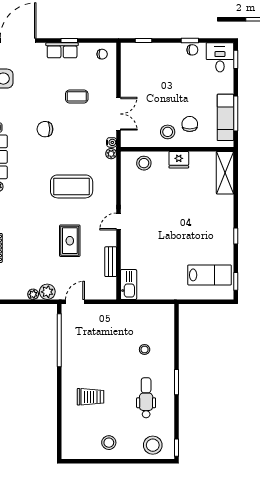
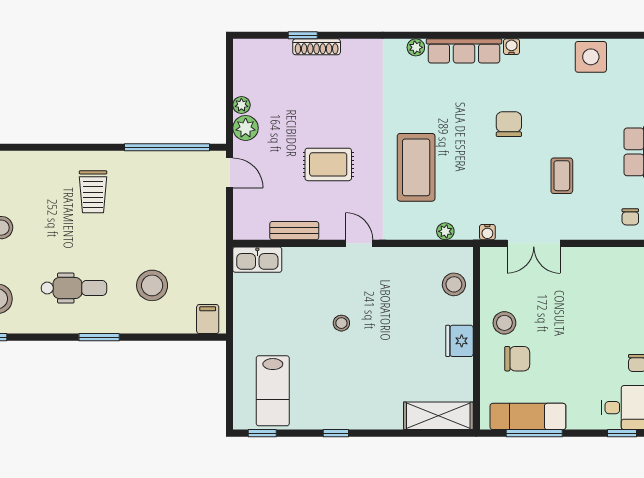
plant: (111, 154) -> (445, 231), moved
stool: (168, 233) -> (341, 323), added
filing cabinet: (165, 315) -> (208, 319), added
stool: (145, 349) -> (152, 285), width x1.89, depth x1.89
trolley: (91, 397) -> (93, 192), moved

